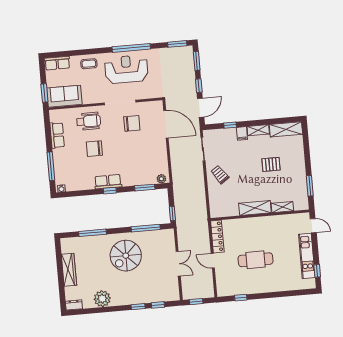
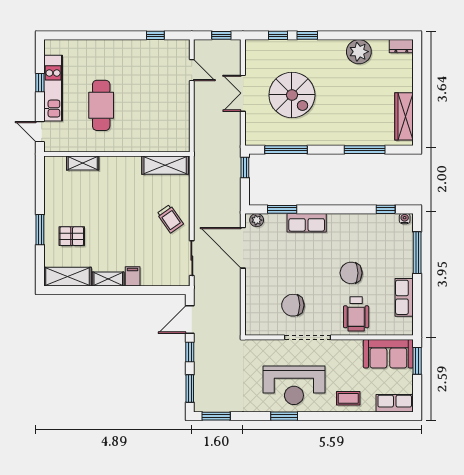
window: (131, 48) -> (284, 416), width x0.47
wheelchair: (89, 121) -> (356, 314), turned -90
door: (166, 124) -> (243, 248), moved
window: (230, 125) -> (149, 290), removed
chair: (94, 149) -> (351, 273), turned 180
pallet: (271, 164) -> (72, 236), moved
row of seats: (108, 182) -> (307, 223), moved
window: (310, 186) -> (40, 230), moved
window: (110, 191) -> (386, 209), moved
shelving: (255, 208) -> (165, 165), moved
locker: (217, 236) -> (182, 128), removed
spiral stairs: (126, 256) -> (292, 95), moved, turned 90
cafe table: (256, 260) -> (101, 105), moved, turned 90
door: (213, 261) -> (192, 70), moved
wardrobe: (69, 270) -> (404, 116), moved
window: (317, 271) -> (40, 83), moved

